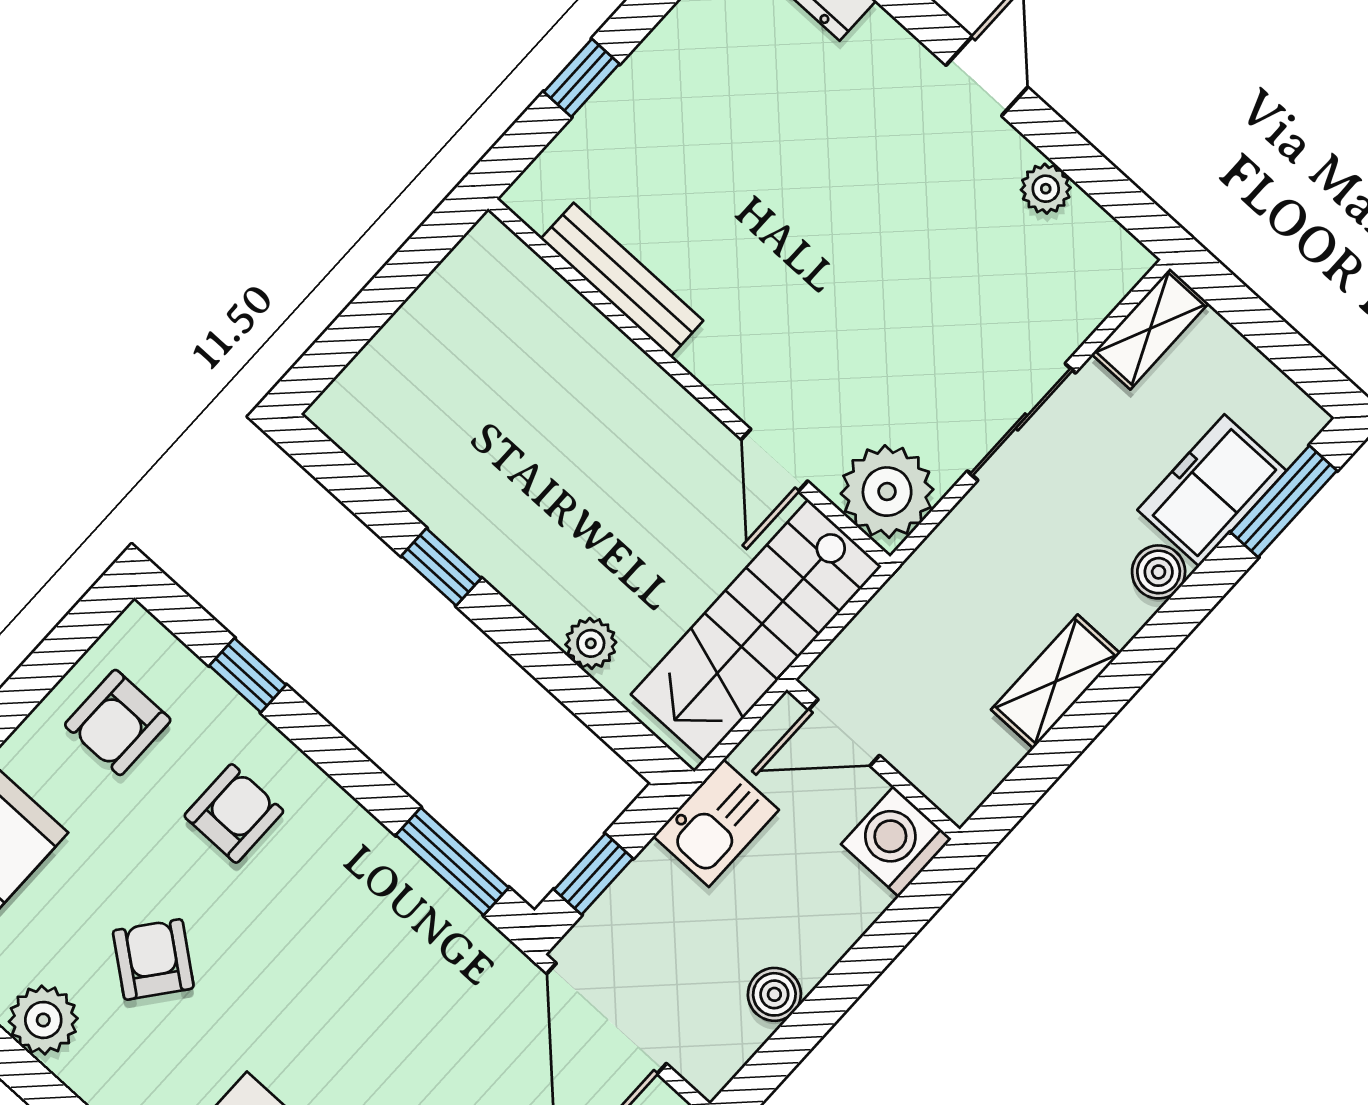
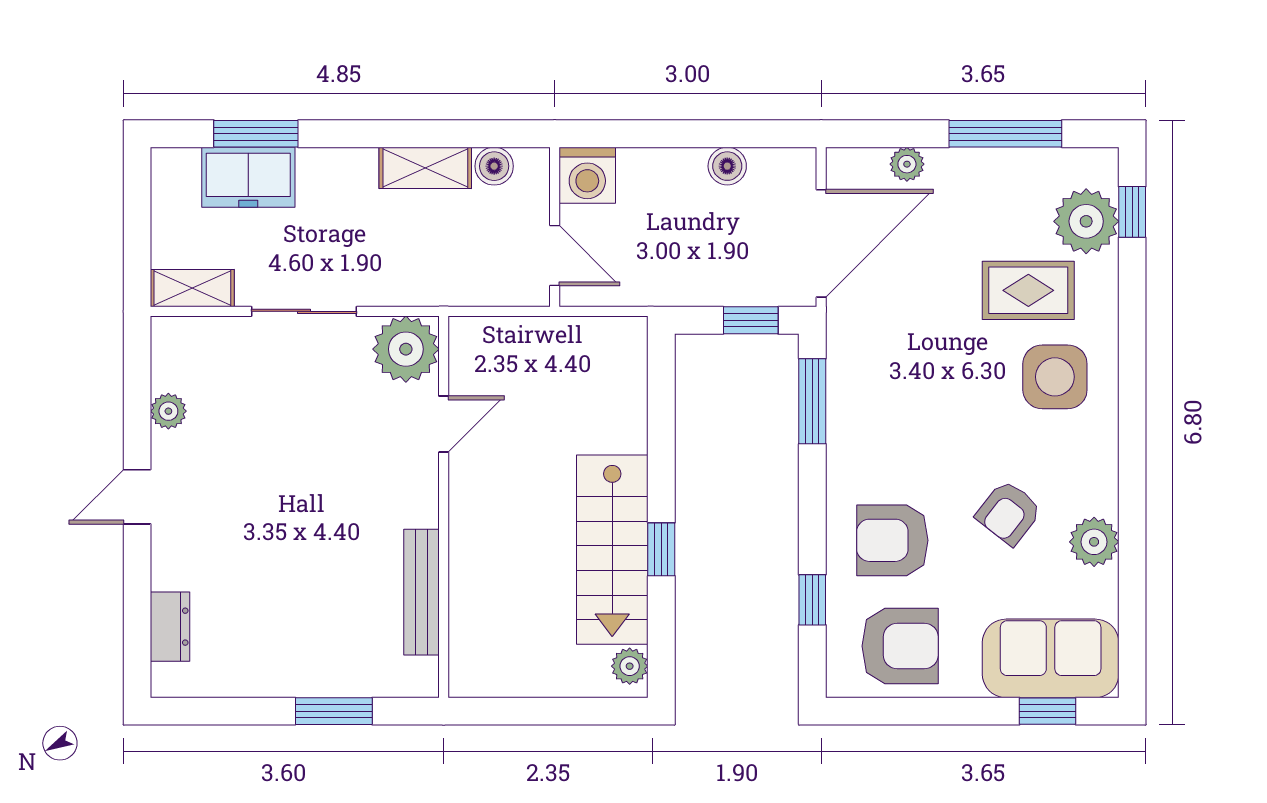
window: (582, 78) -> (334, 711), width x1.50
window: (1284, 501) -> (256, 134), moved
boiler: (1159, 572) -> (494, 166), moved
stairs: (756, 630) -> (612, 550), moved, turned 90
plant: (591, 643) -> (630, 666), moved
armchair: (118, 722) -> (900, 646), width x1.38, depth x1.38
armchair: (234, 814) -> (892, 540), width x1.38, depth x1.38
kitchen sink: (716, 823) -> (665, 280), removed

